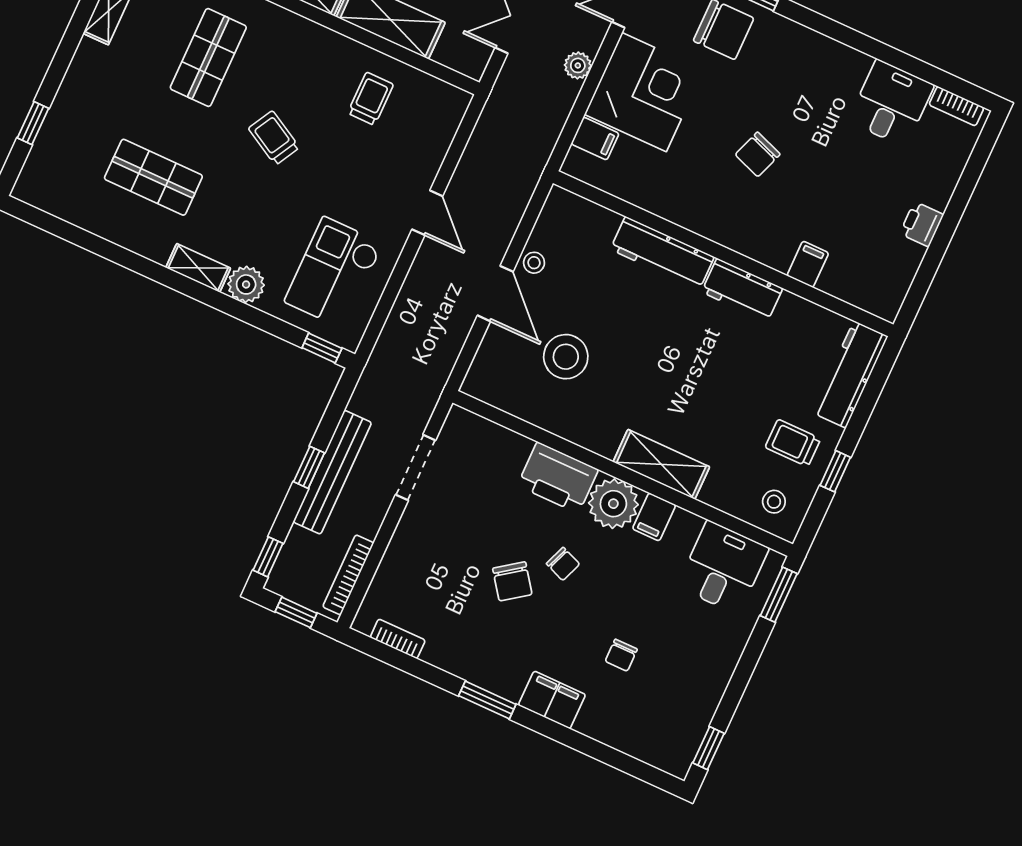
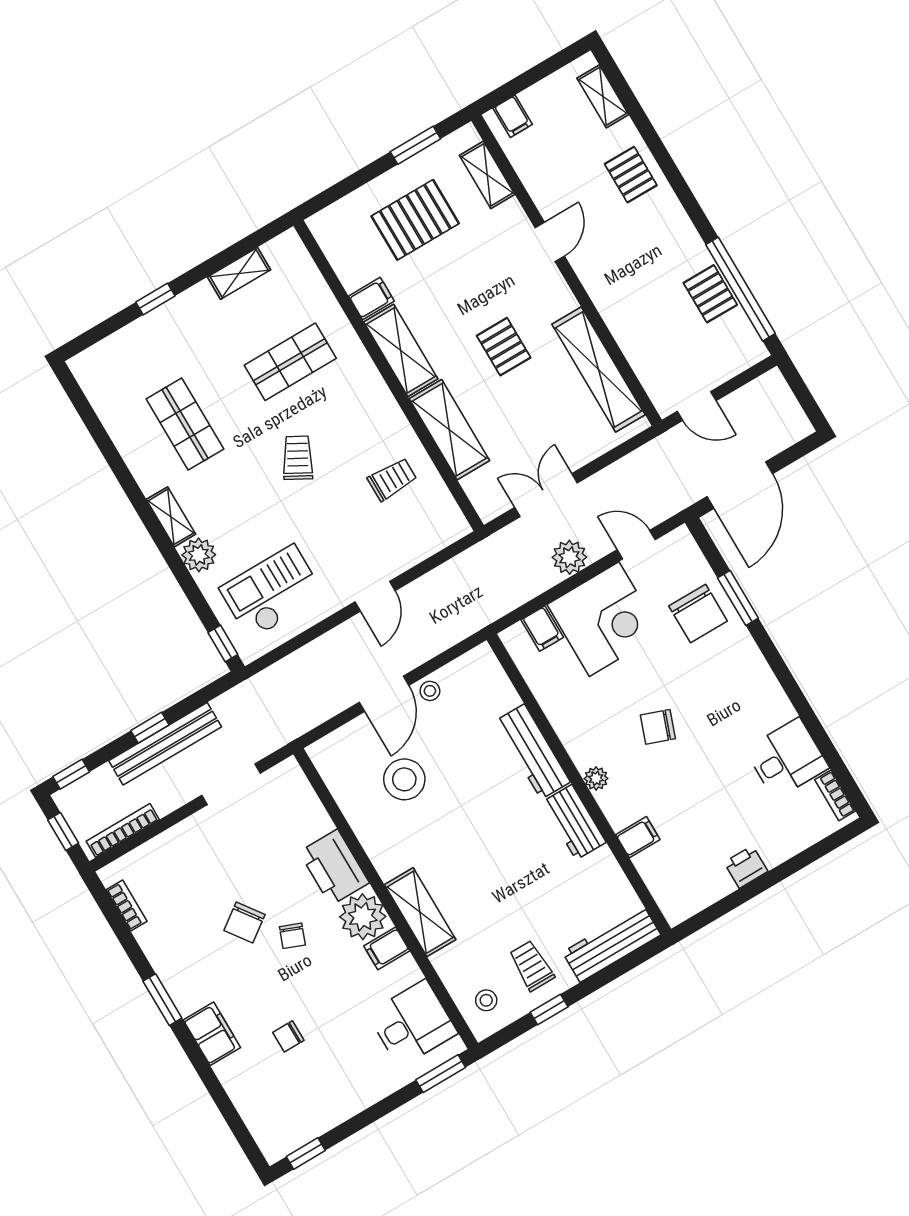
plant: (578, 65) -> (569, 557), width x1.38, depth x1.38
window: (33, 123) -> (155, 299), moved
plant: (735, 238) -> (596, 778), added

